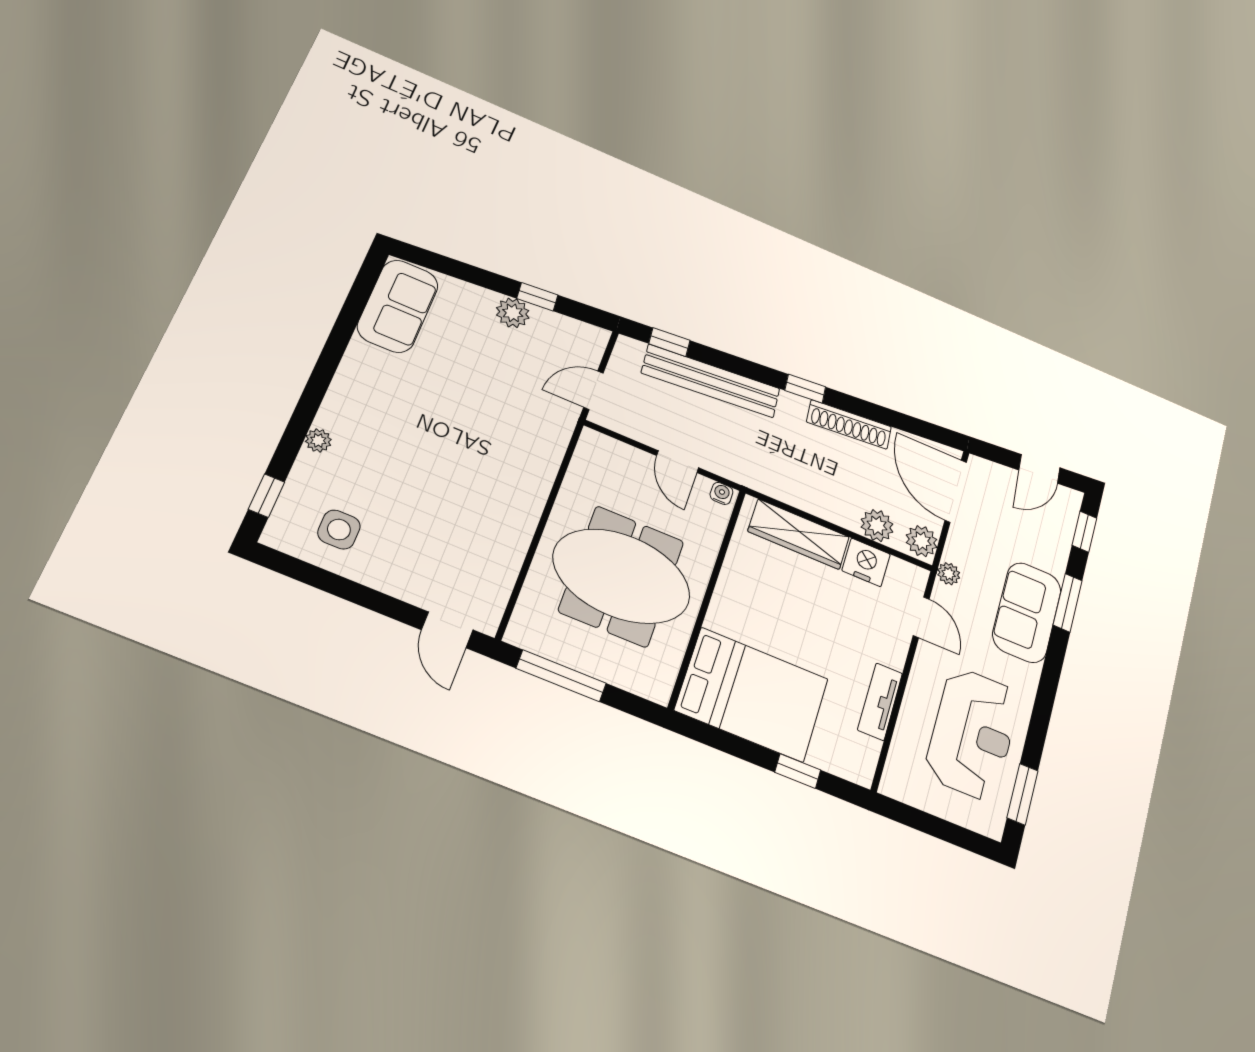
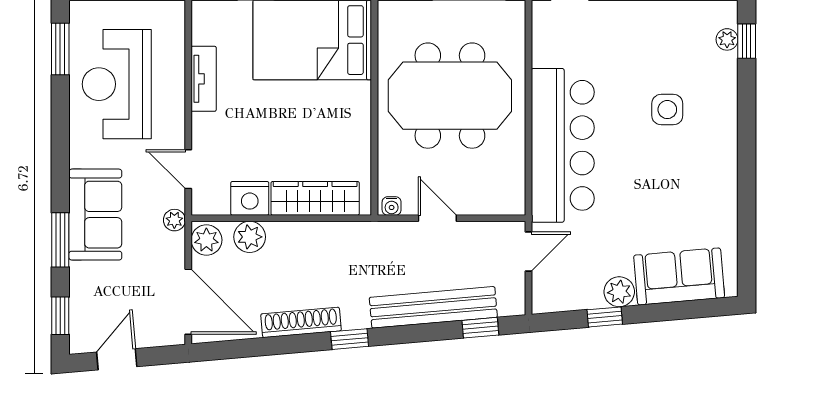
sofa: (398, 306) -> (679, 276), moved, turned 85
plant: (318, 440) -> (727, 39), moved
bar counter: (517, 476) -> (563, 145), added
side table: (339, 530) -> (667, 110), moved

